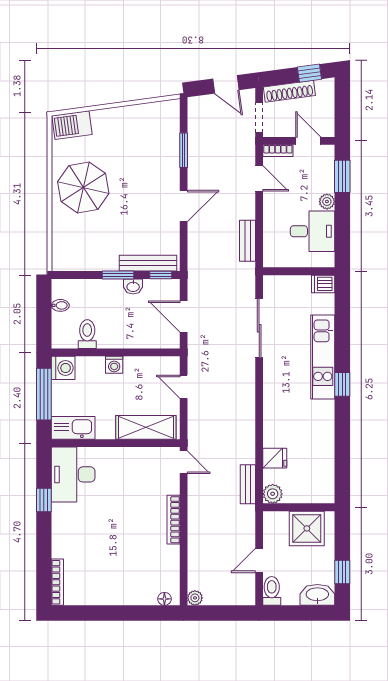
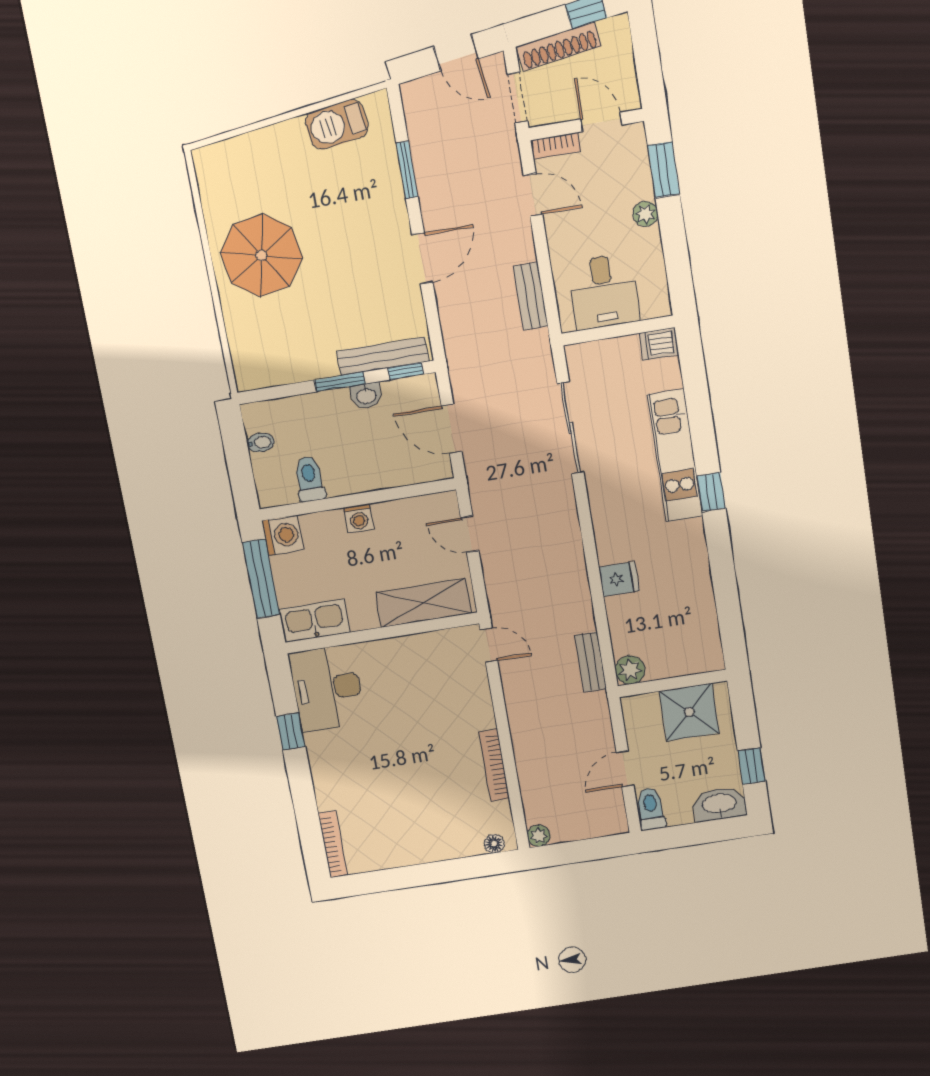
barbecue: (72, 125) -> (337, 124), moved
desk: (313, 231) -> (604, 292), moved, turned 90
fridge: (275, 458) -> (619, 579), moved
bookcase: (174, 520) -> (494, 765), moved

